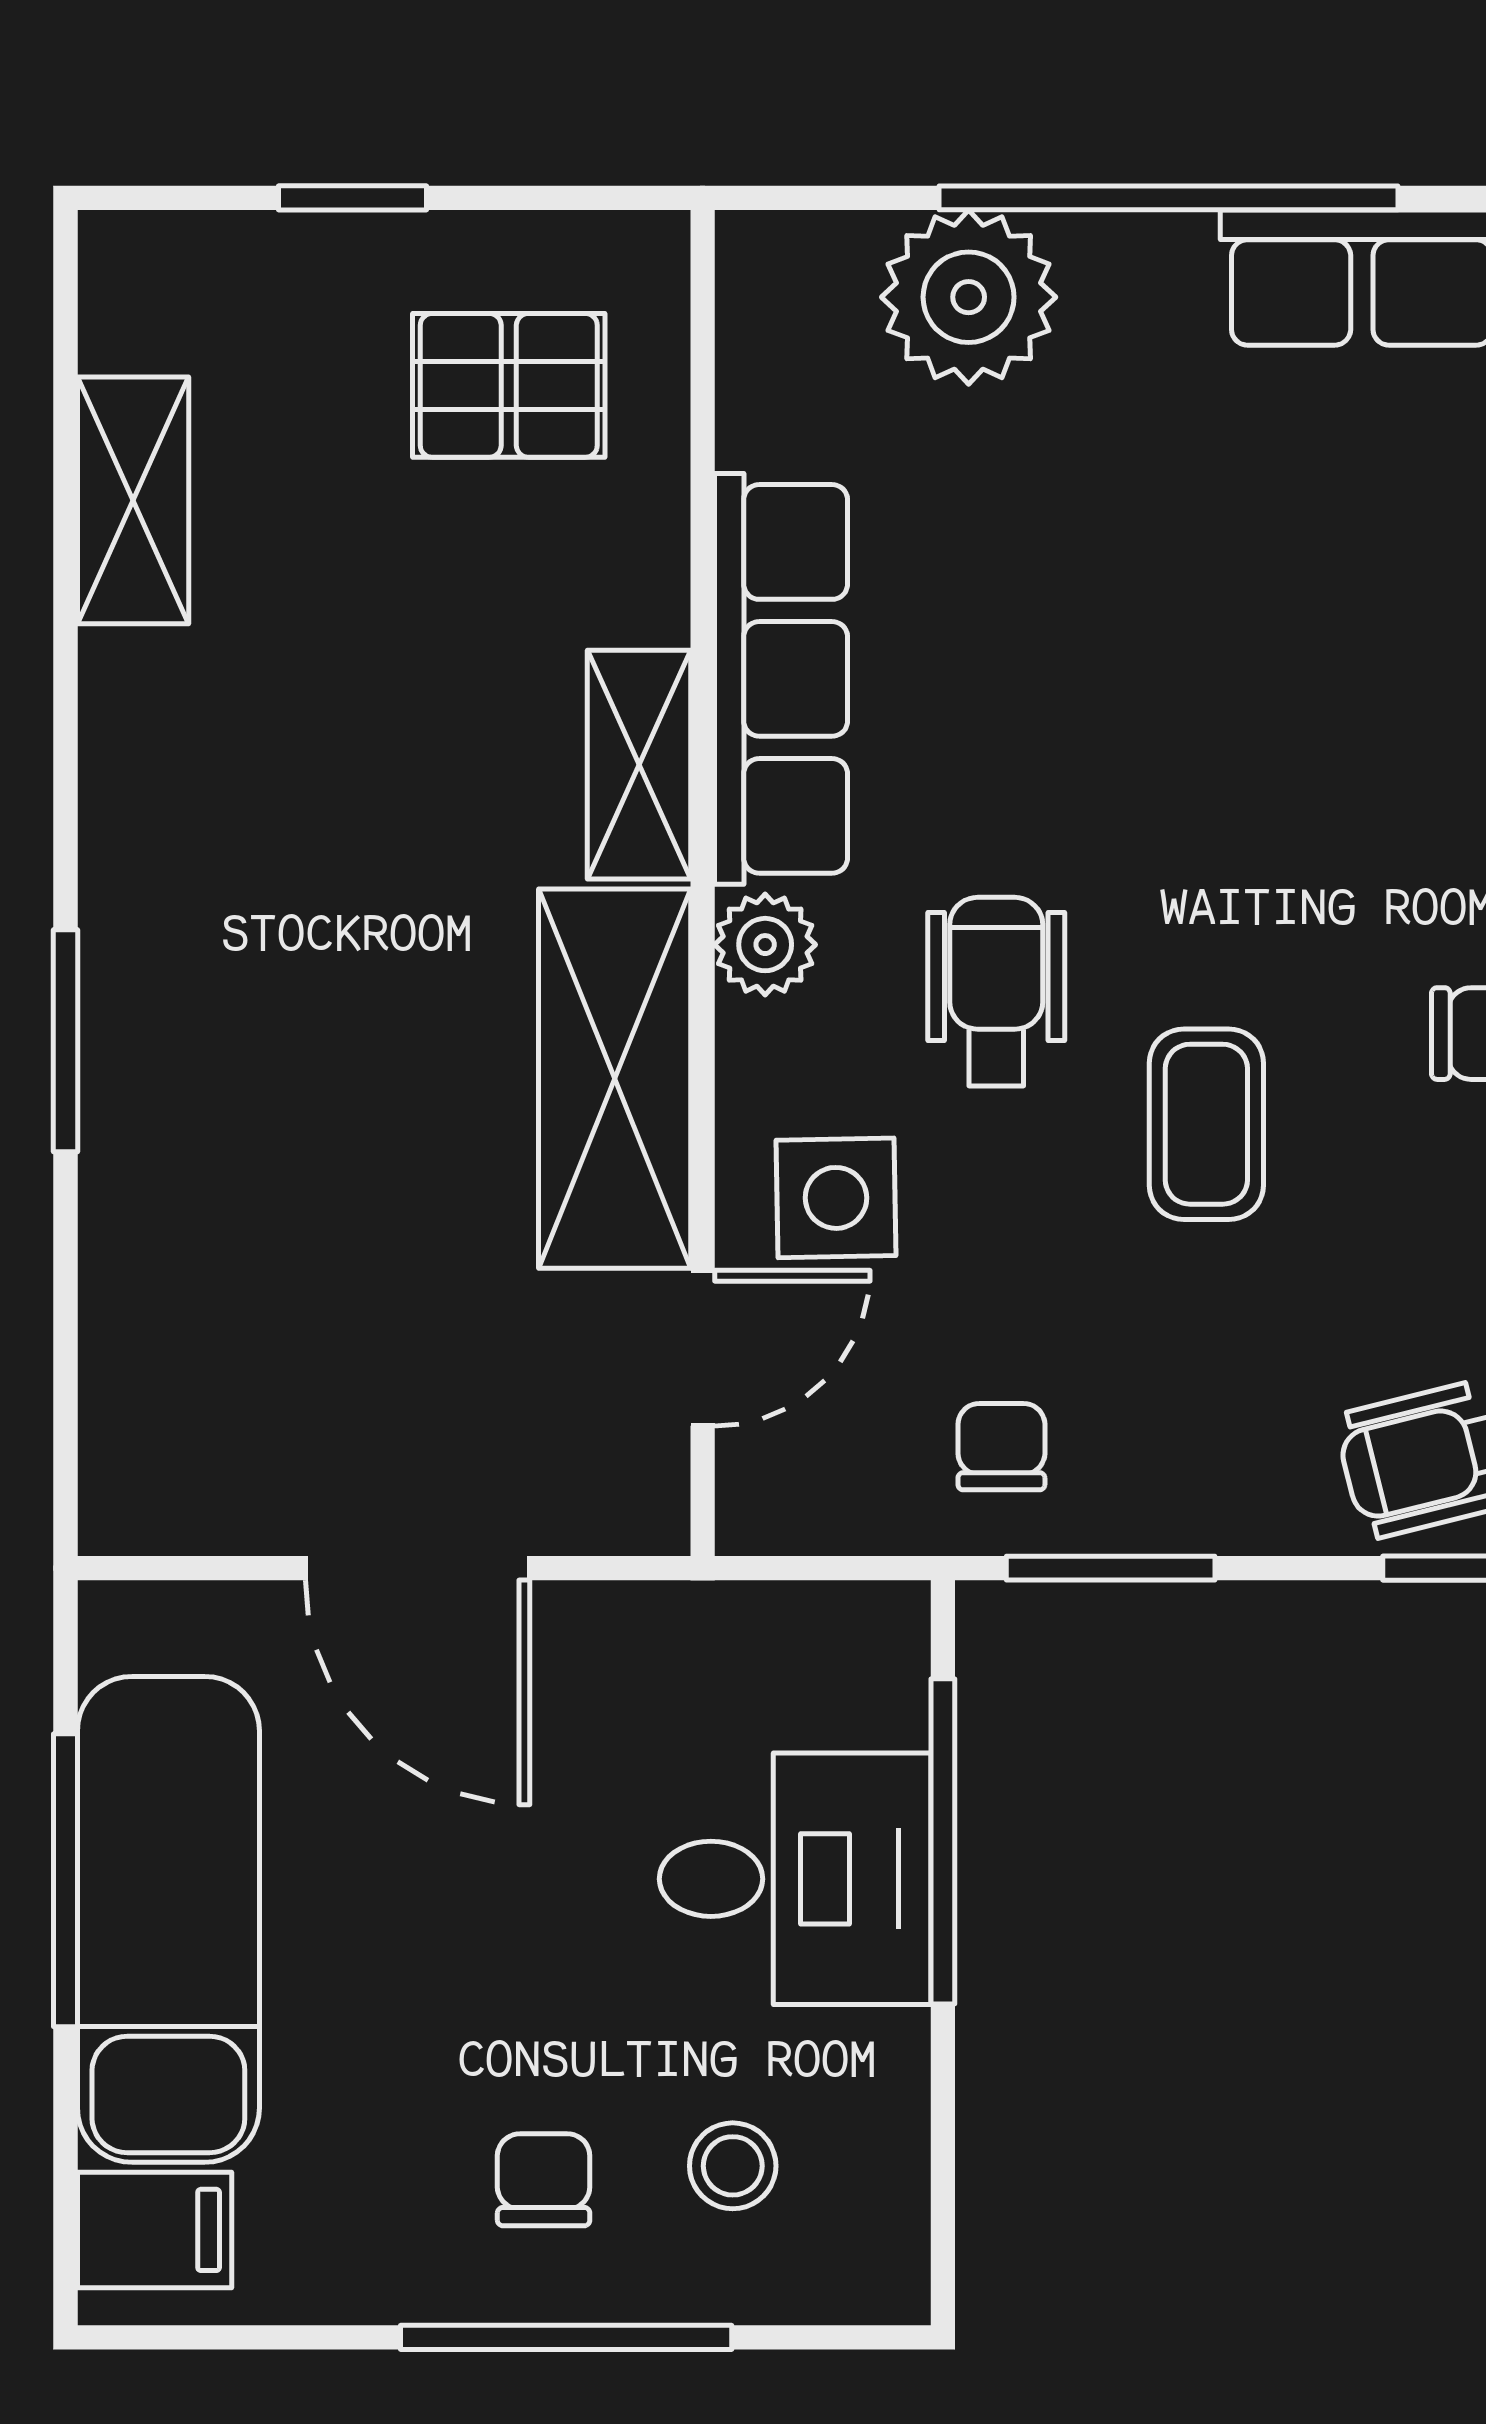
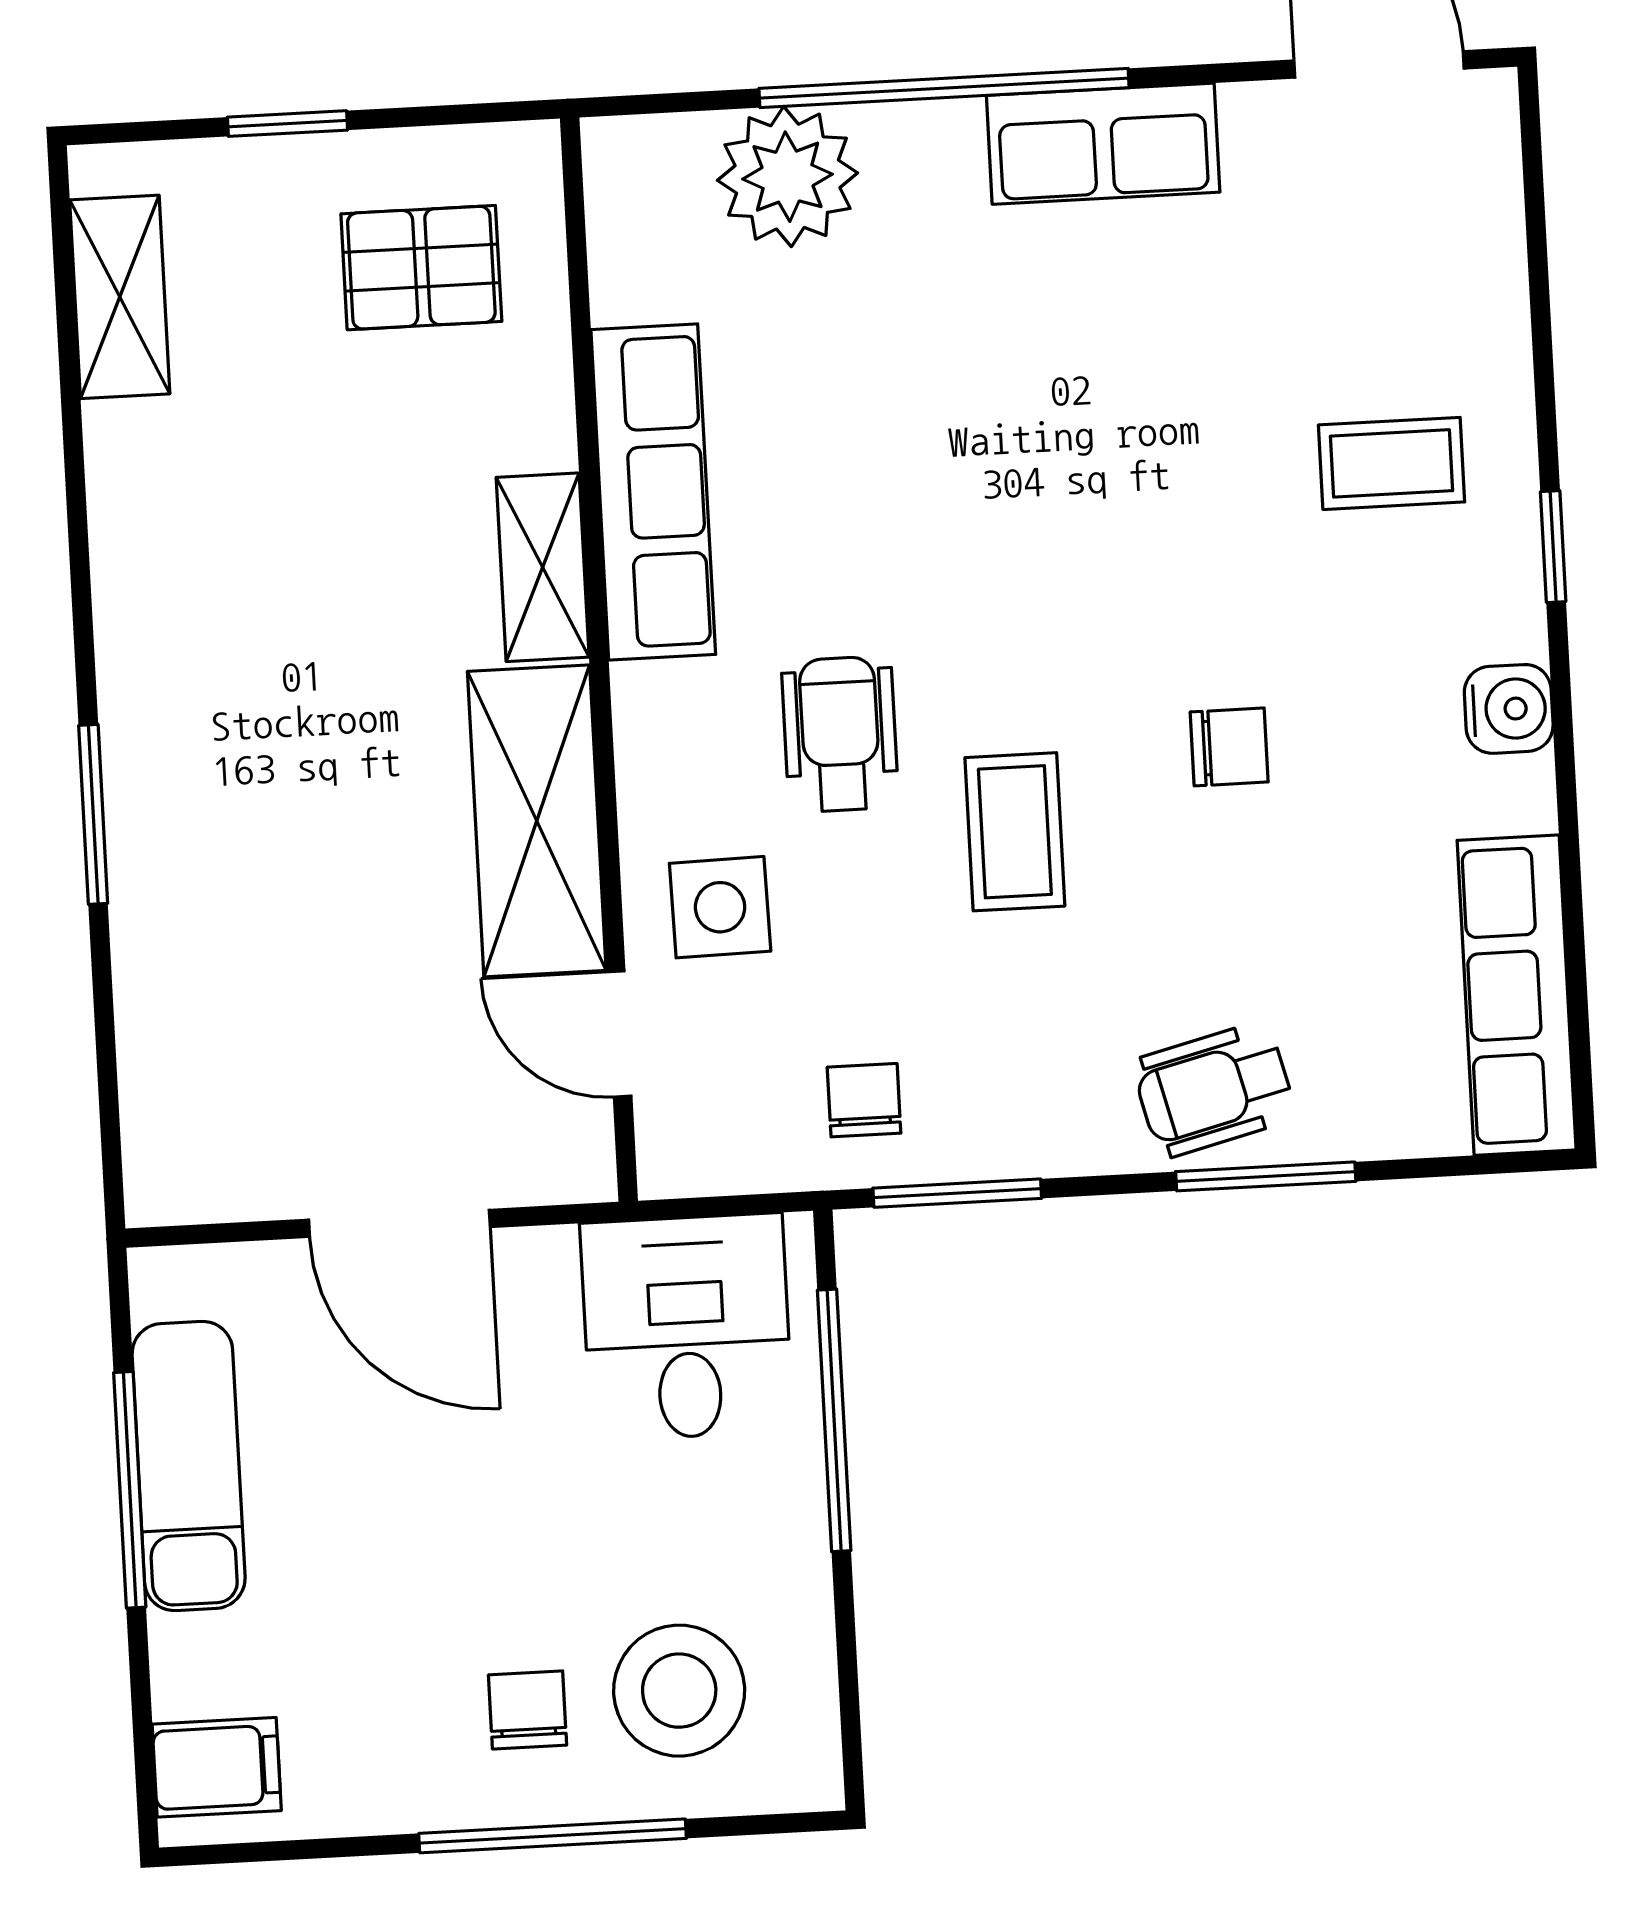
shelving: (133, 500) -> (120, 297), moved
plant: (765, 945) -> (652, 706), removed
door: (703, 1348) -> (619, 1034), swing flipped
desk: (795, 1879) -> (687, 1327), moved, turned -90
exam couch: (168, 1919) -> (189, 1466), width x0.73, depth x0.69
stool: (733, 2166) -> (679, 1691), width x1.89, depth x1.89

